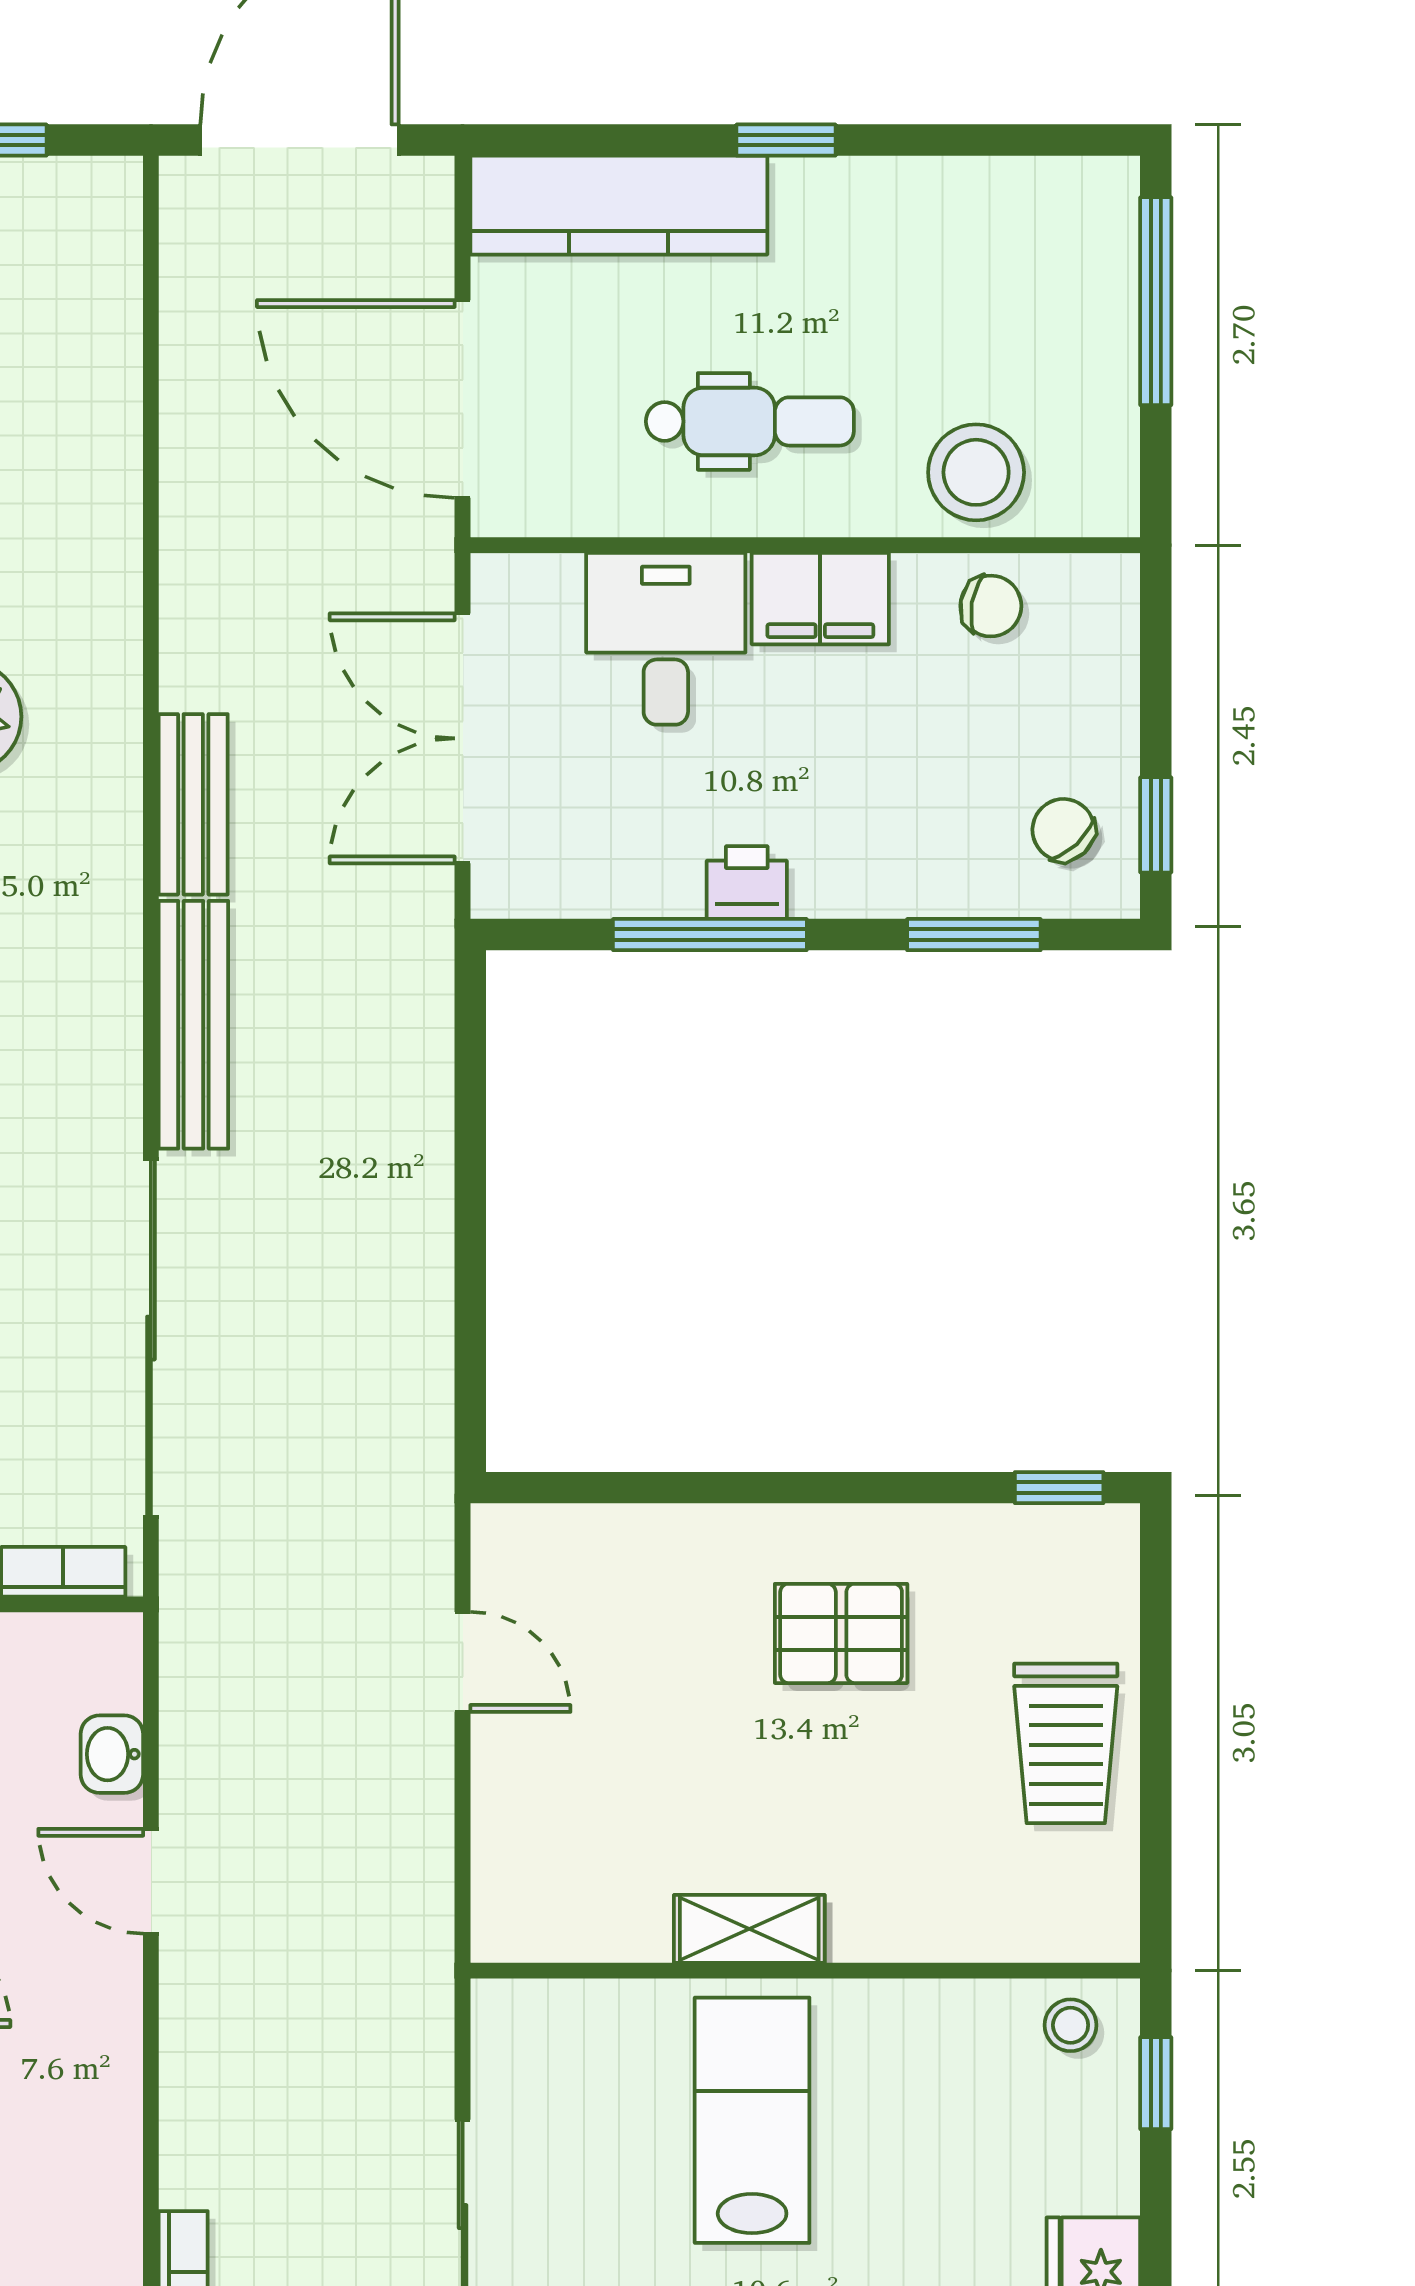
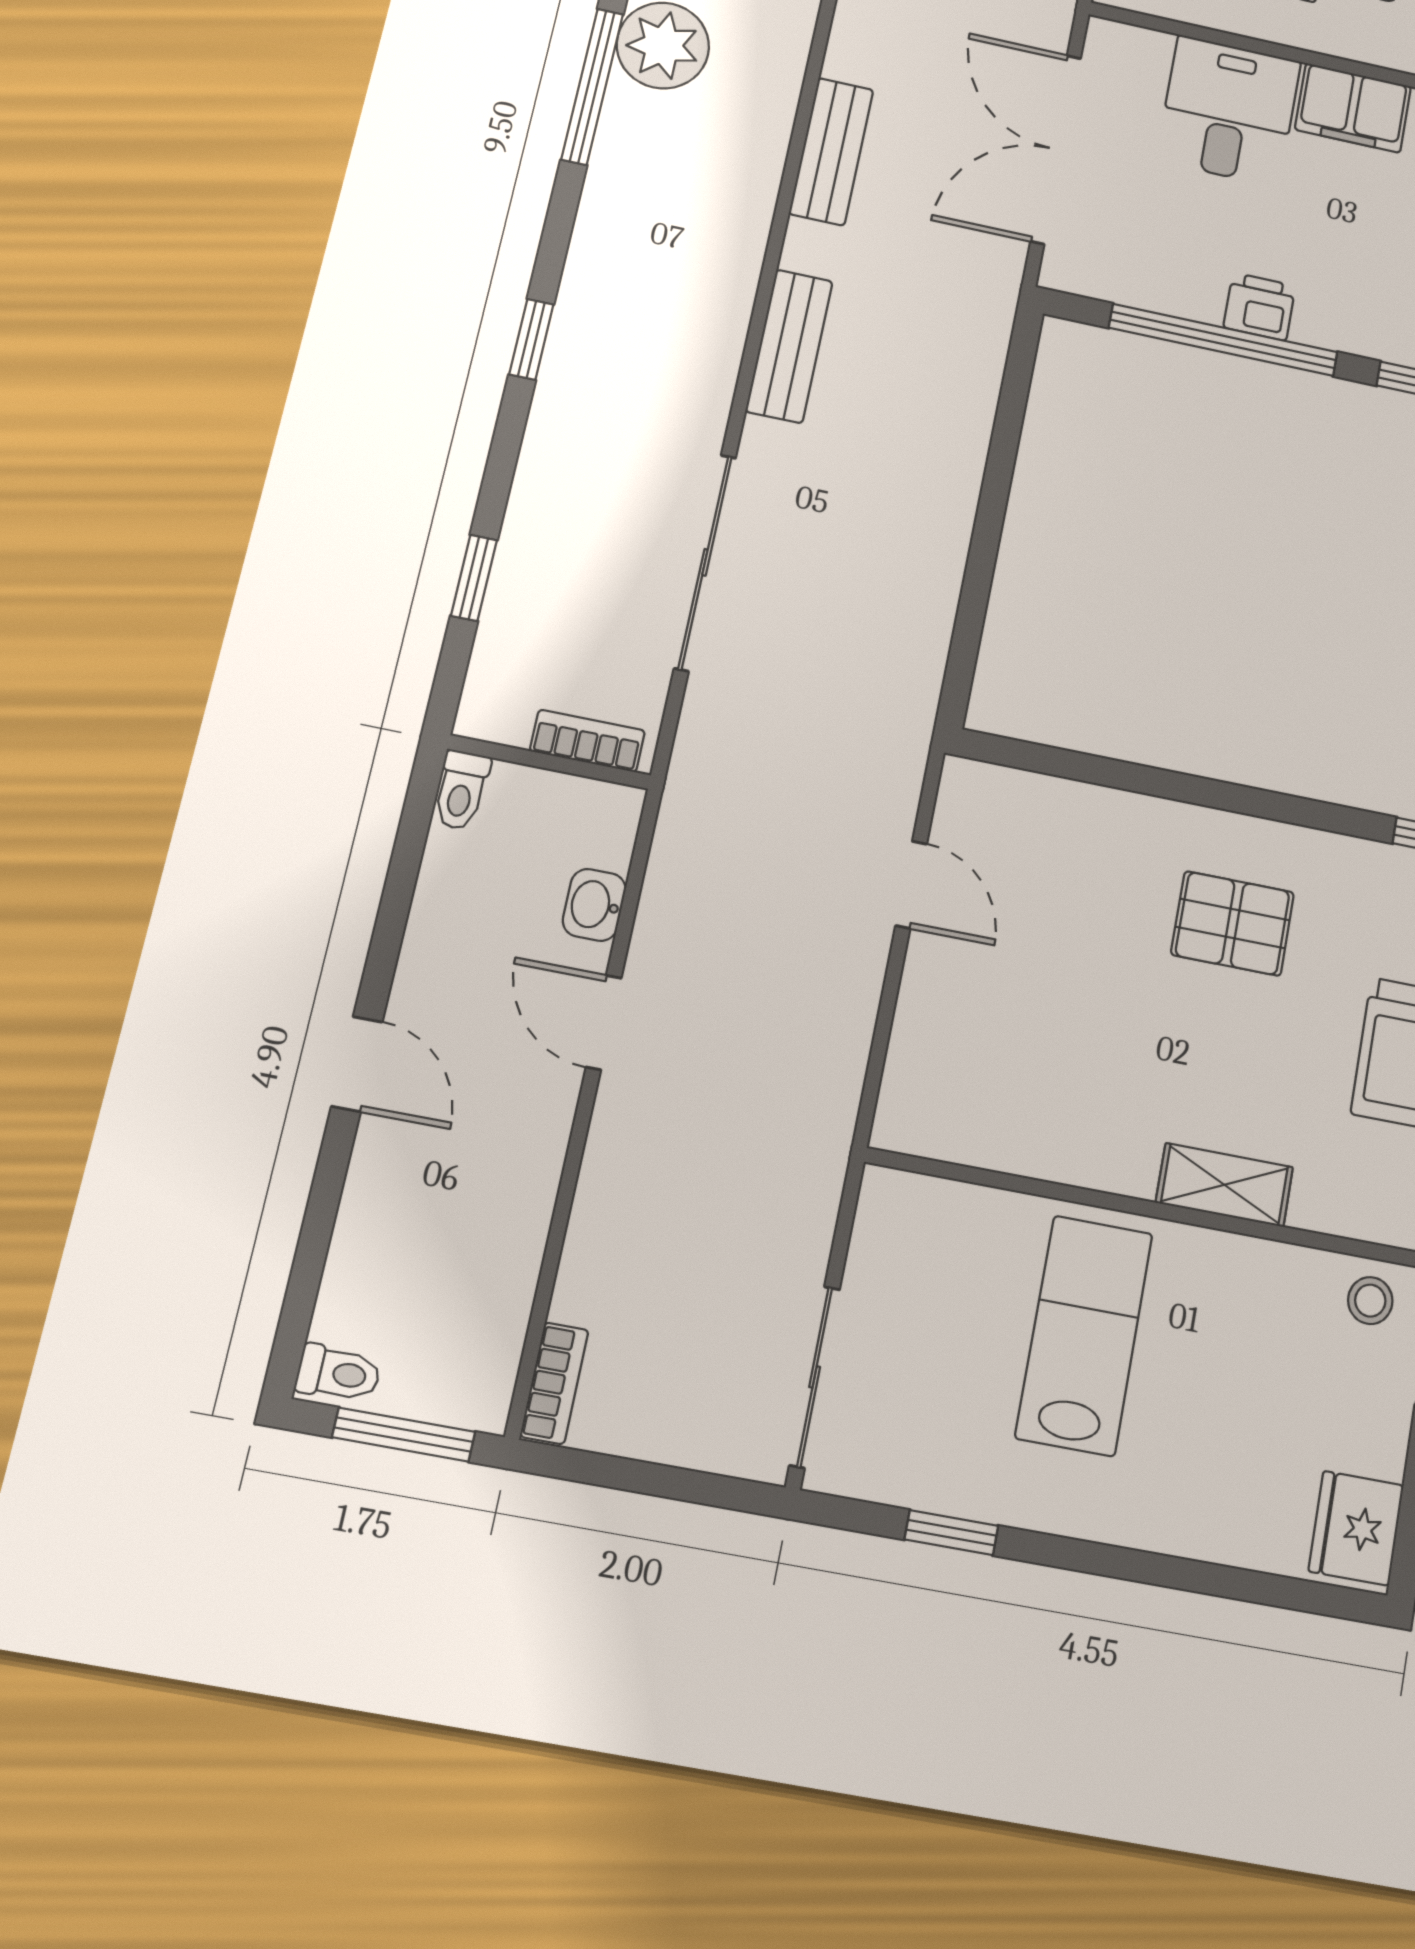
window: (710, 935) -> (1223, 340), width x1.46
bench: (193, 1025) -> (789, 346), width x0.73
sliding door: (151, 1338) -> (705, 562), width x0.73
shelving: (749, 1929) -> (1224, 1185), moved

